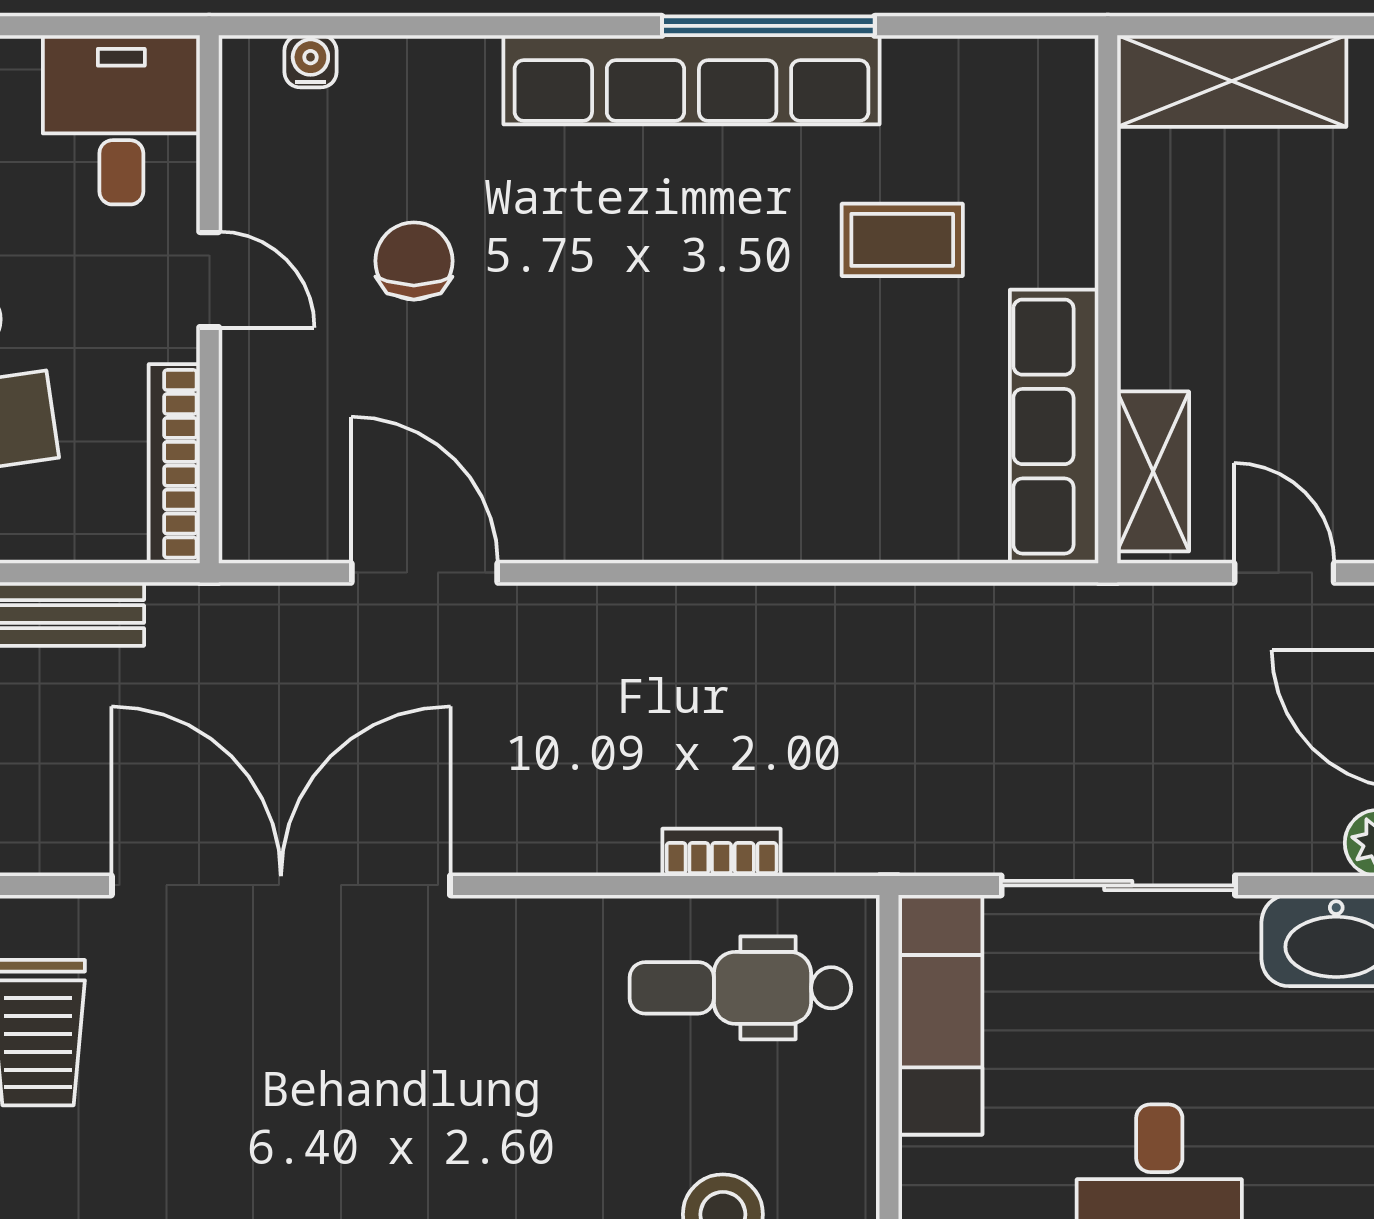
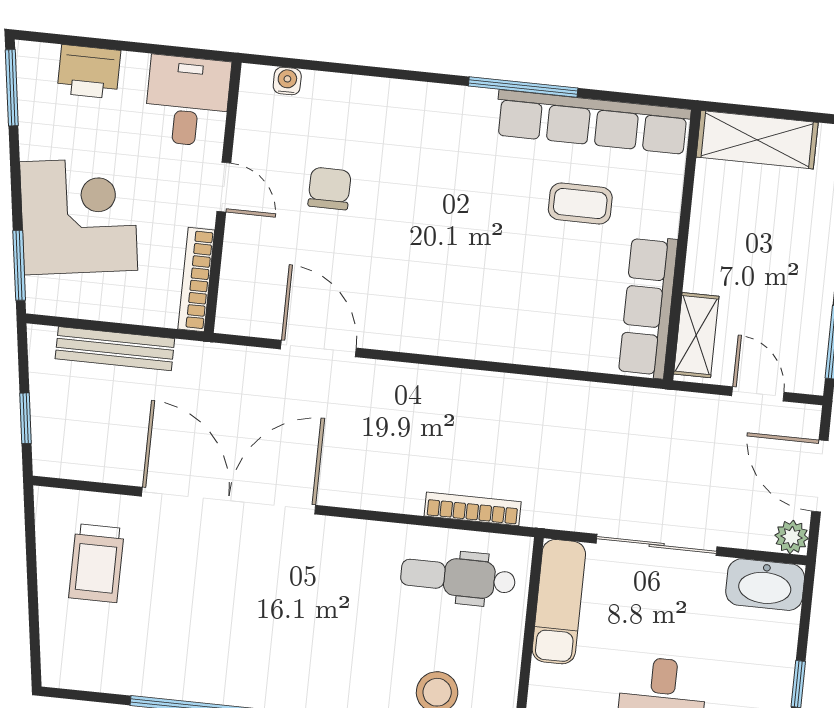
row of seats: (692, 80) -> (593, 122), moved
bookcase: (722, 852) -> (473, 509), width x1.56

